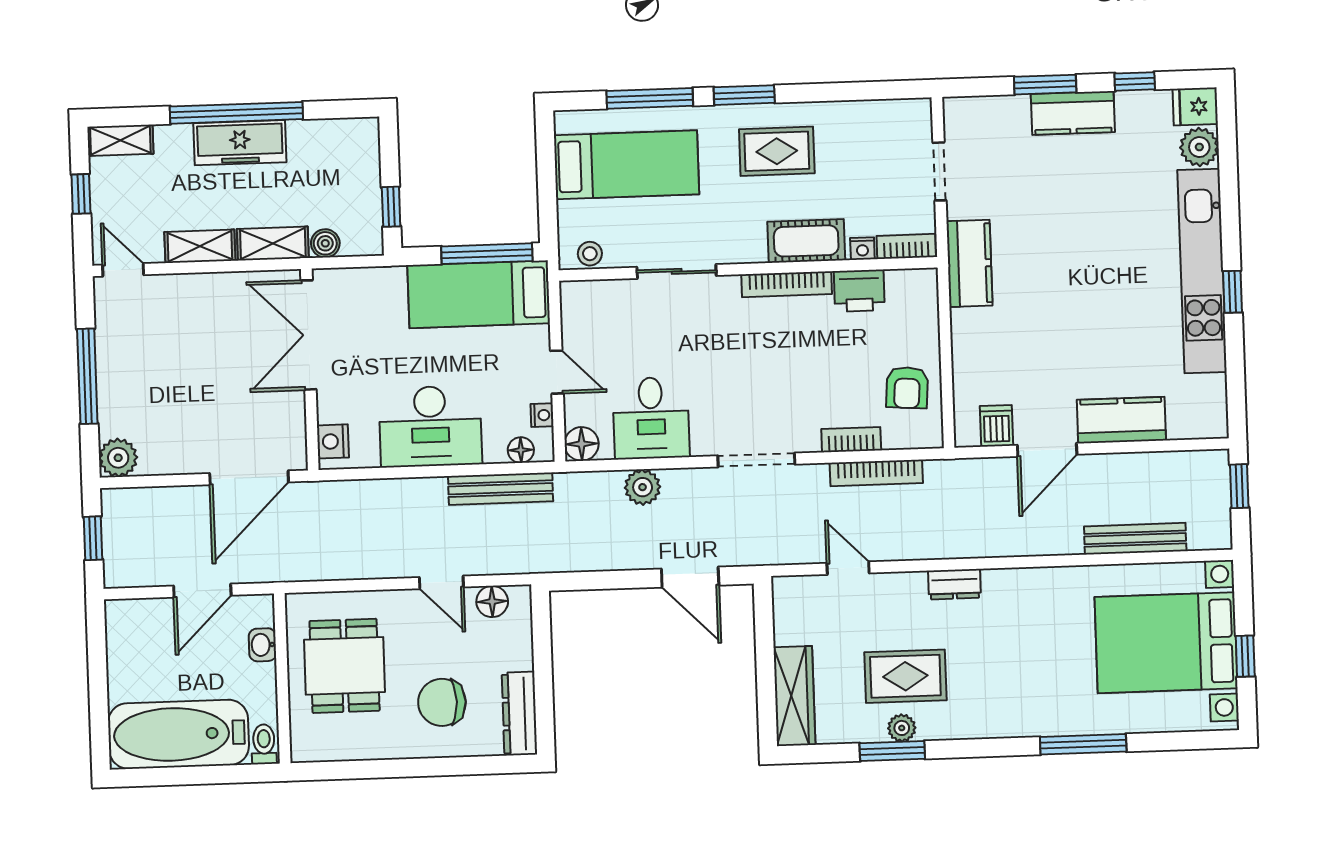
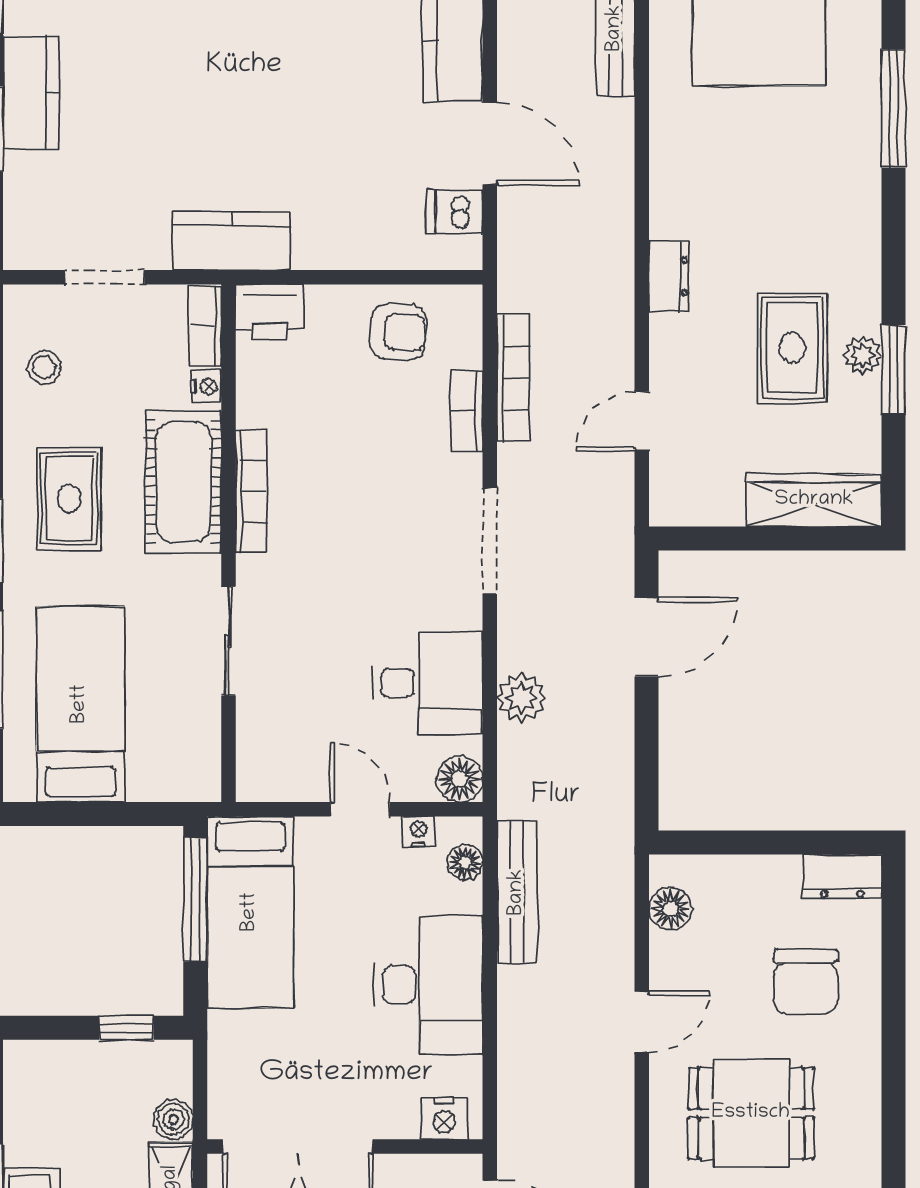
cot: (806, 241) -> (183, 482), width x1.37, depth x1.34
stool: (590, 254) -> (44, 367), moved
printer: (859, 291) -> (269, 312), moved, turned 90
door: (557, 372) -> (360, 809), hinge flipped
door: (441, 582) -> (642, 1022), moved
dresser: (519, 714) -> (842, 877), width x0.70

